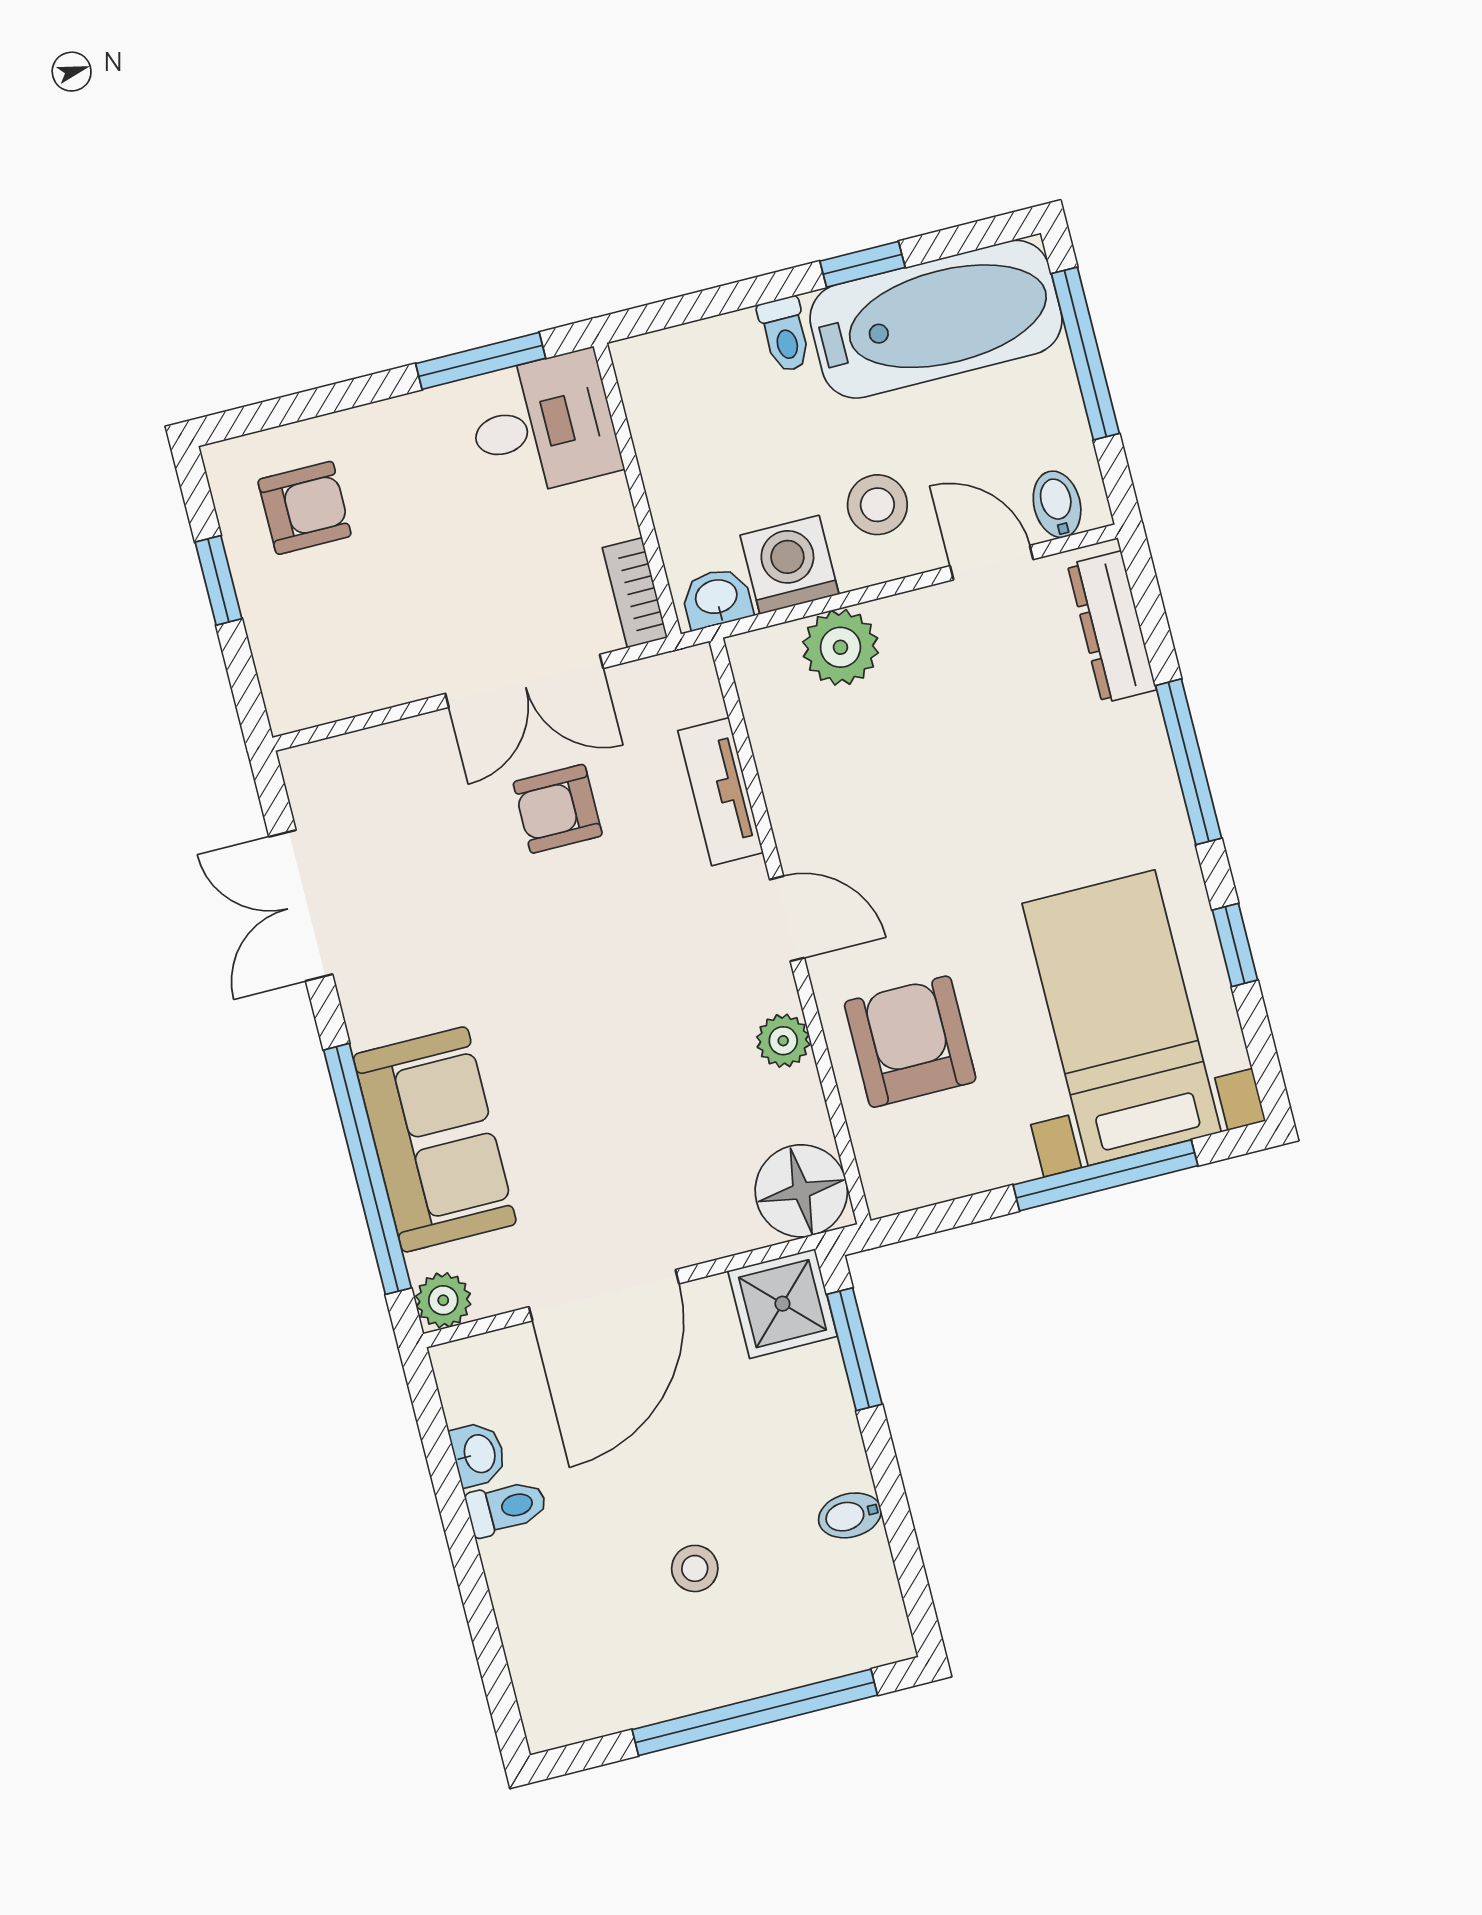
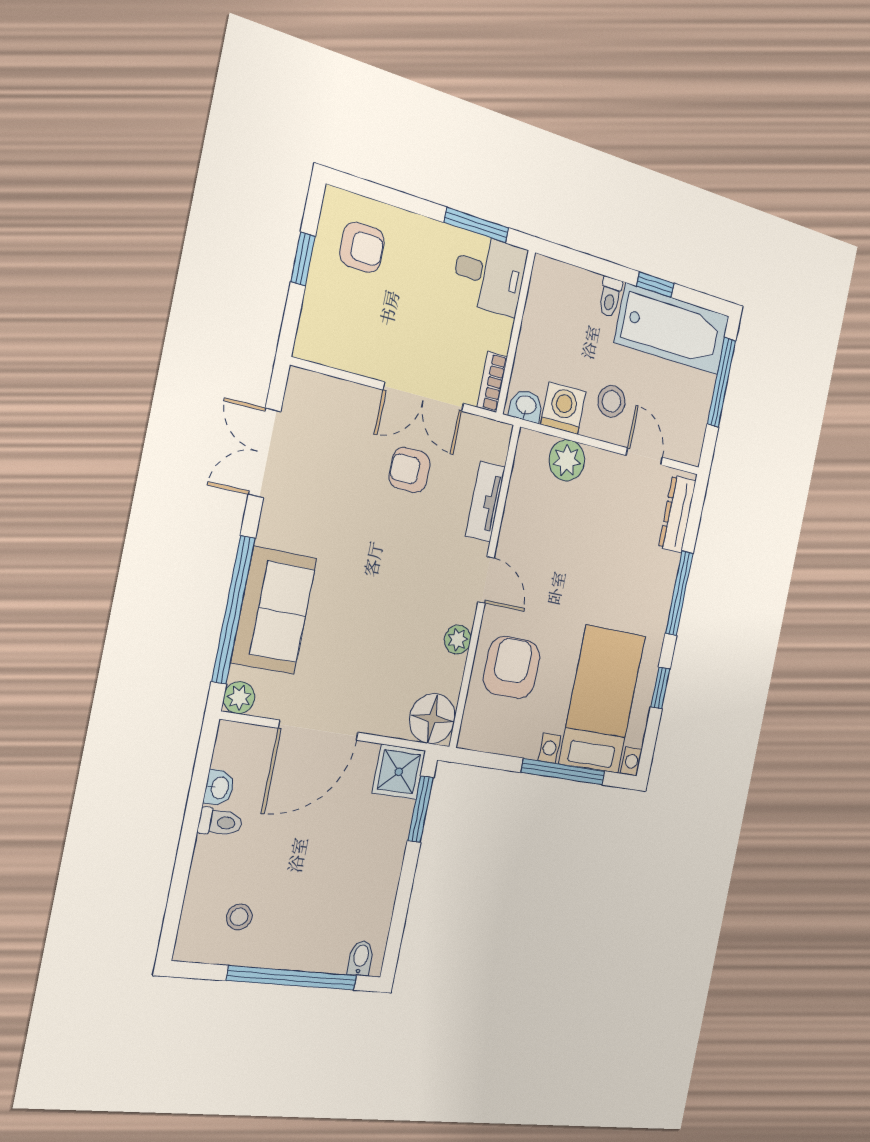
bidet: (1057, 504) -> (681, 445), removed
bidet: (850, 1515) -> (361, 958), moved, turned 90
stool: (695, 1568) -> (239, 917), moved

